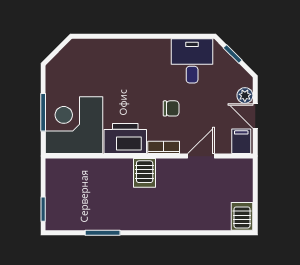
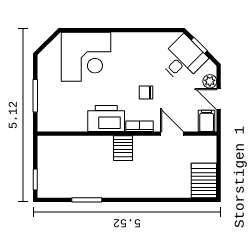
desk: (192, 61) -> (183, 59), moved, turned 45
chair: (171, 108) -> (146, 93), turned 180
corner desk: (74, 125) -> (86, 57), moved, turned 180
door: (201, 156) -> (172, 134), hinge flipped
server rack: (242, 216) -> (204, 180), width x1.36, depth x1.44

